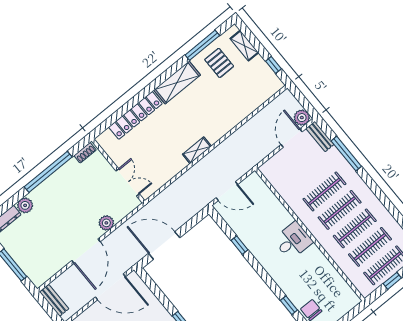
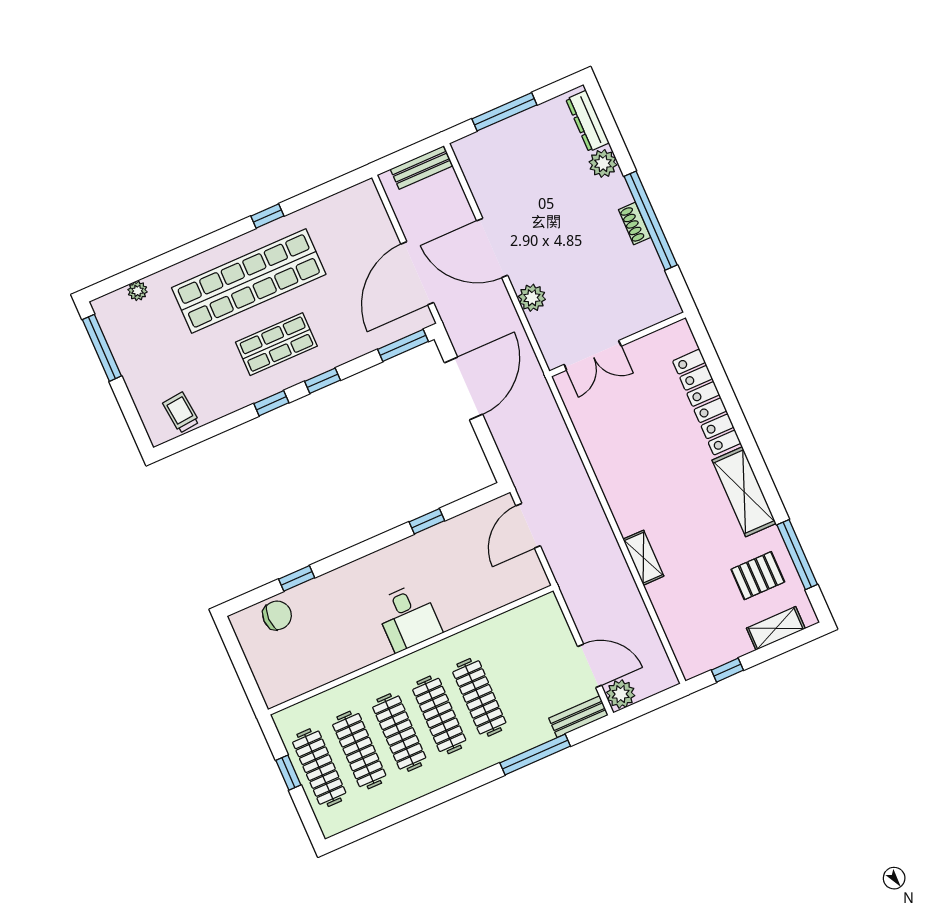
shelving: (197, 150) -> (643, 558), moved
shoe rack: (85, 153) -> (635, 223), moved
window: (151, 284) -> (403, 345), added

